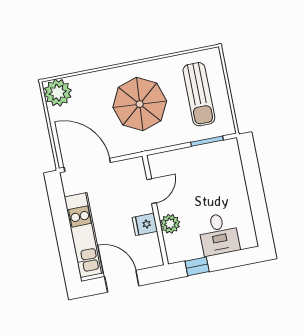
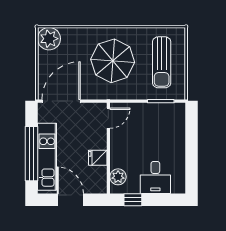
door: (87, 165) -> (61, 101), hinge flipped
door: (152, 191) -> (108, 118), moved
plant: (170, 224) -> (118, 177), moved
window: (64, 235) -> (31, 154), added

